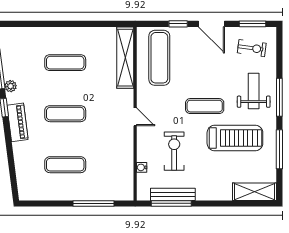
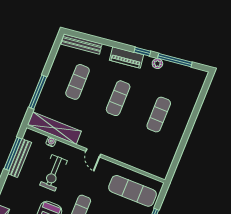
shelving: (125, 58) -> (54, 128), moved
door: (135, 117) -> (93, 153), hinge flipped
exercise bike: (174, 151) -> (53, 173), turned 90
bench: (22, 177) -> (82, 44), added

